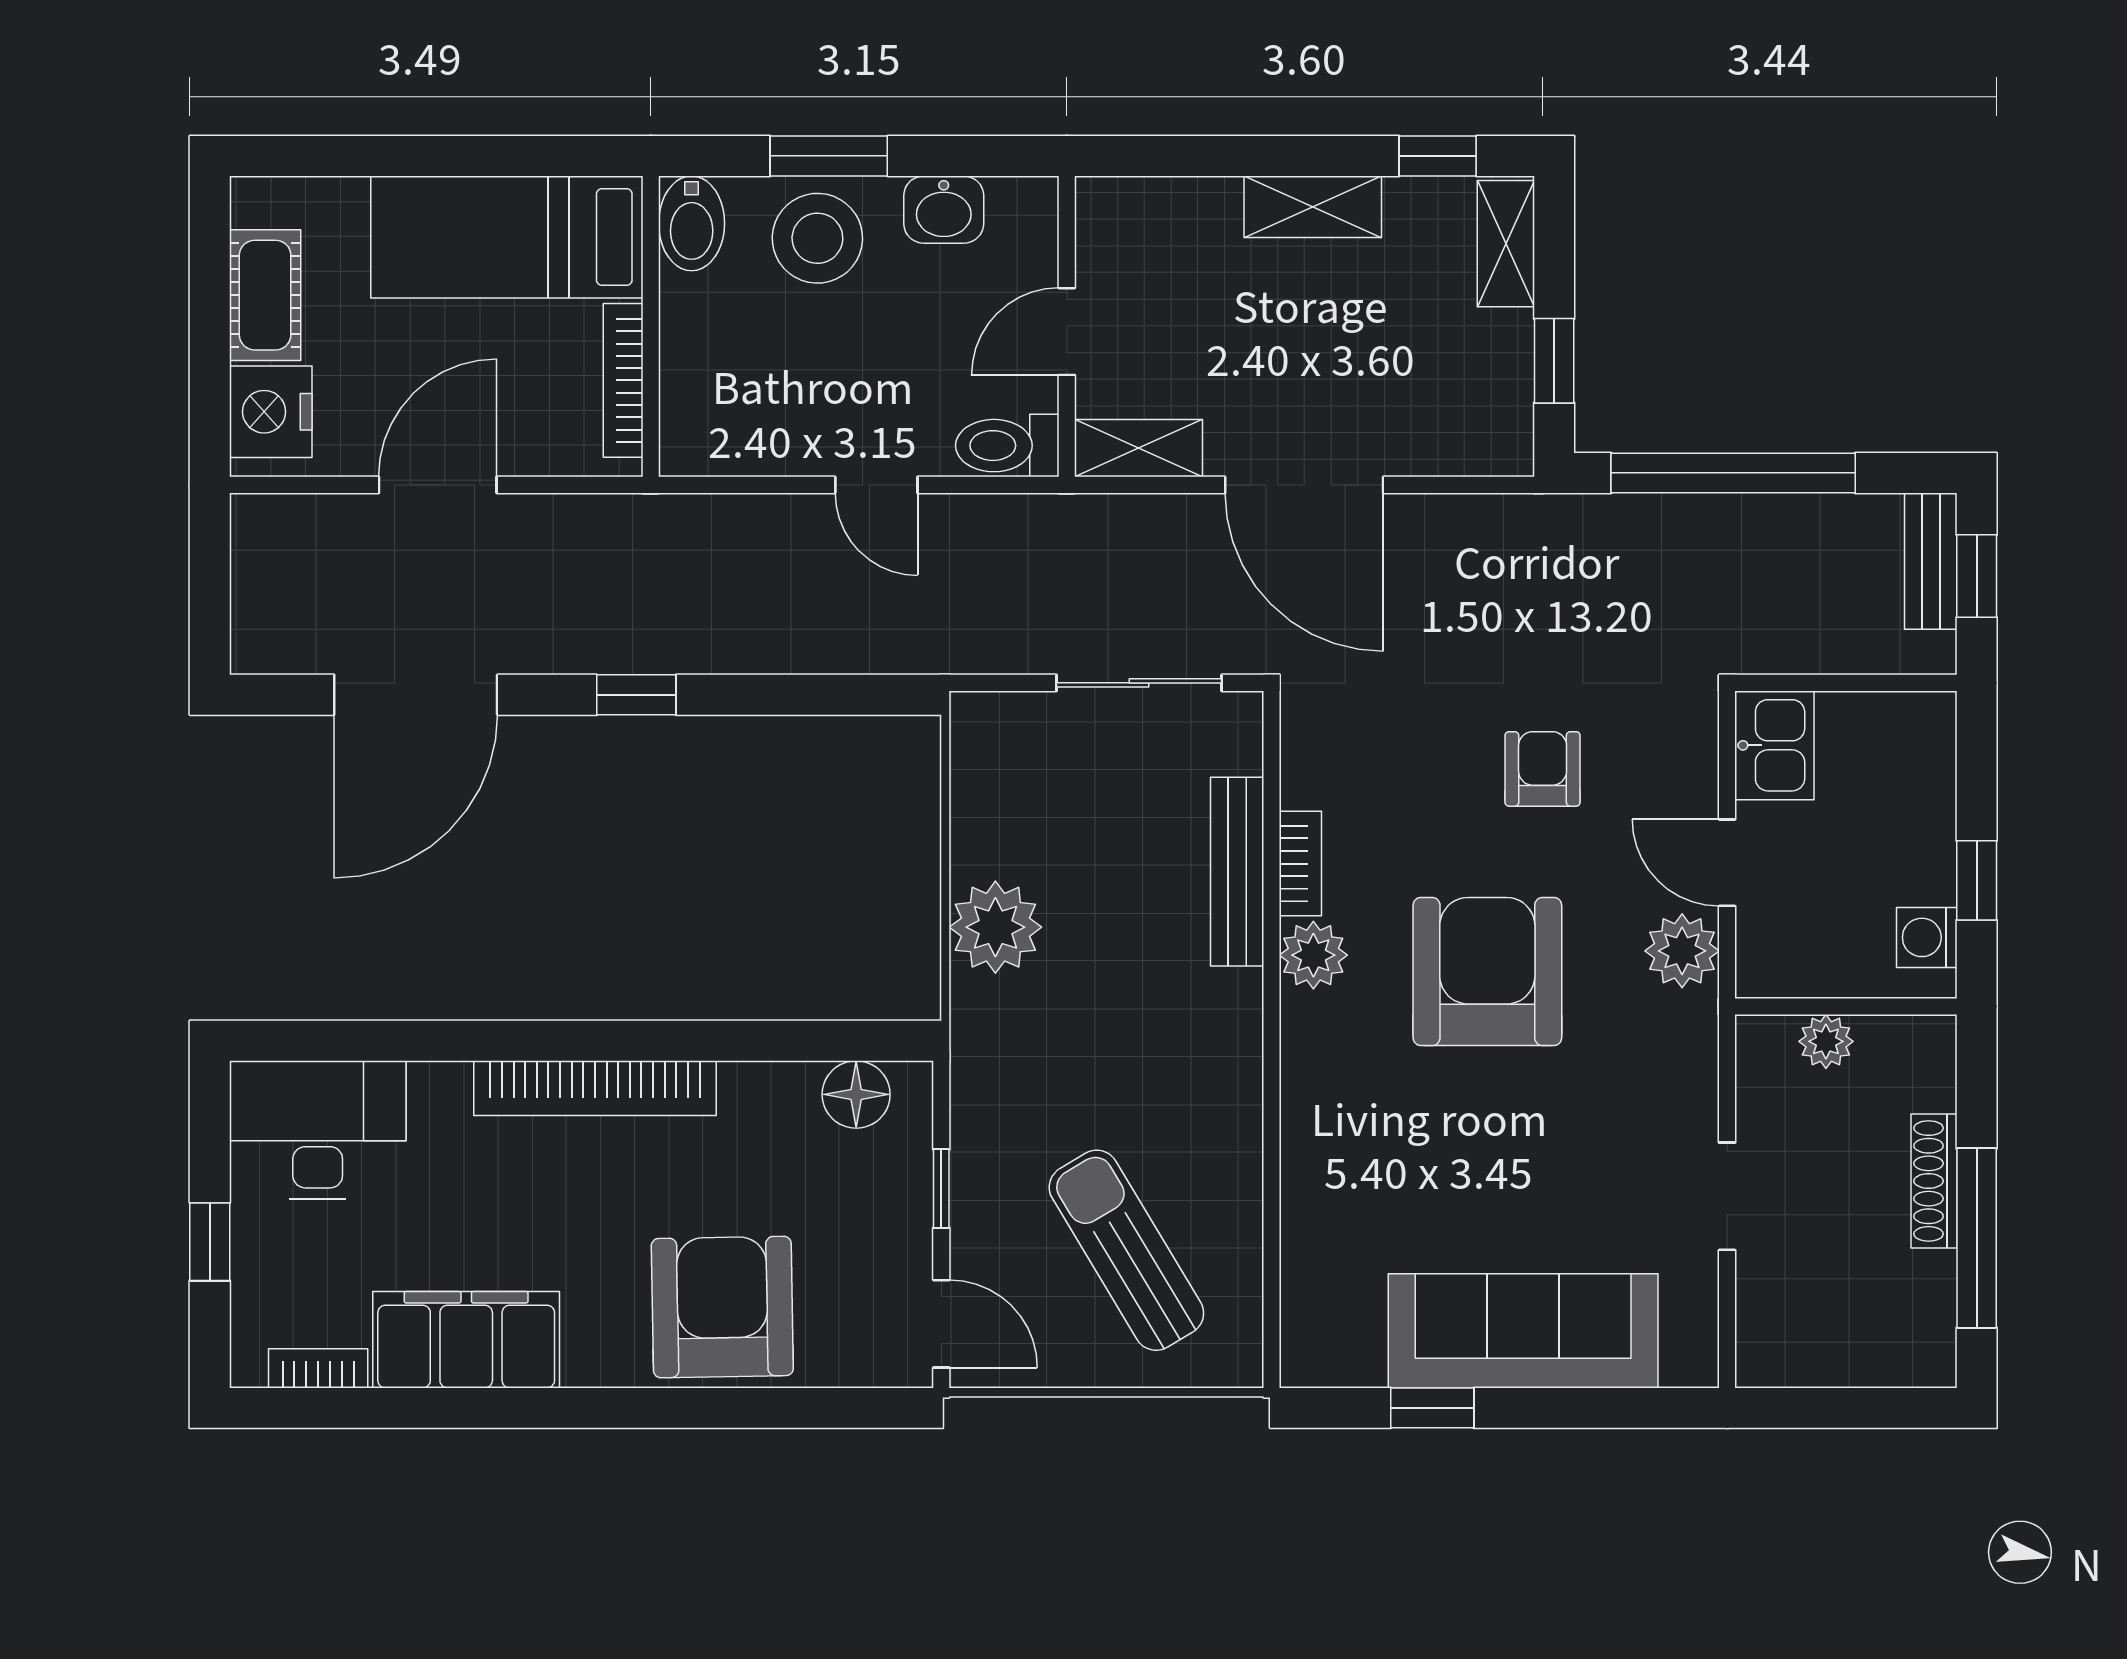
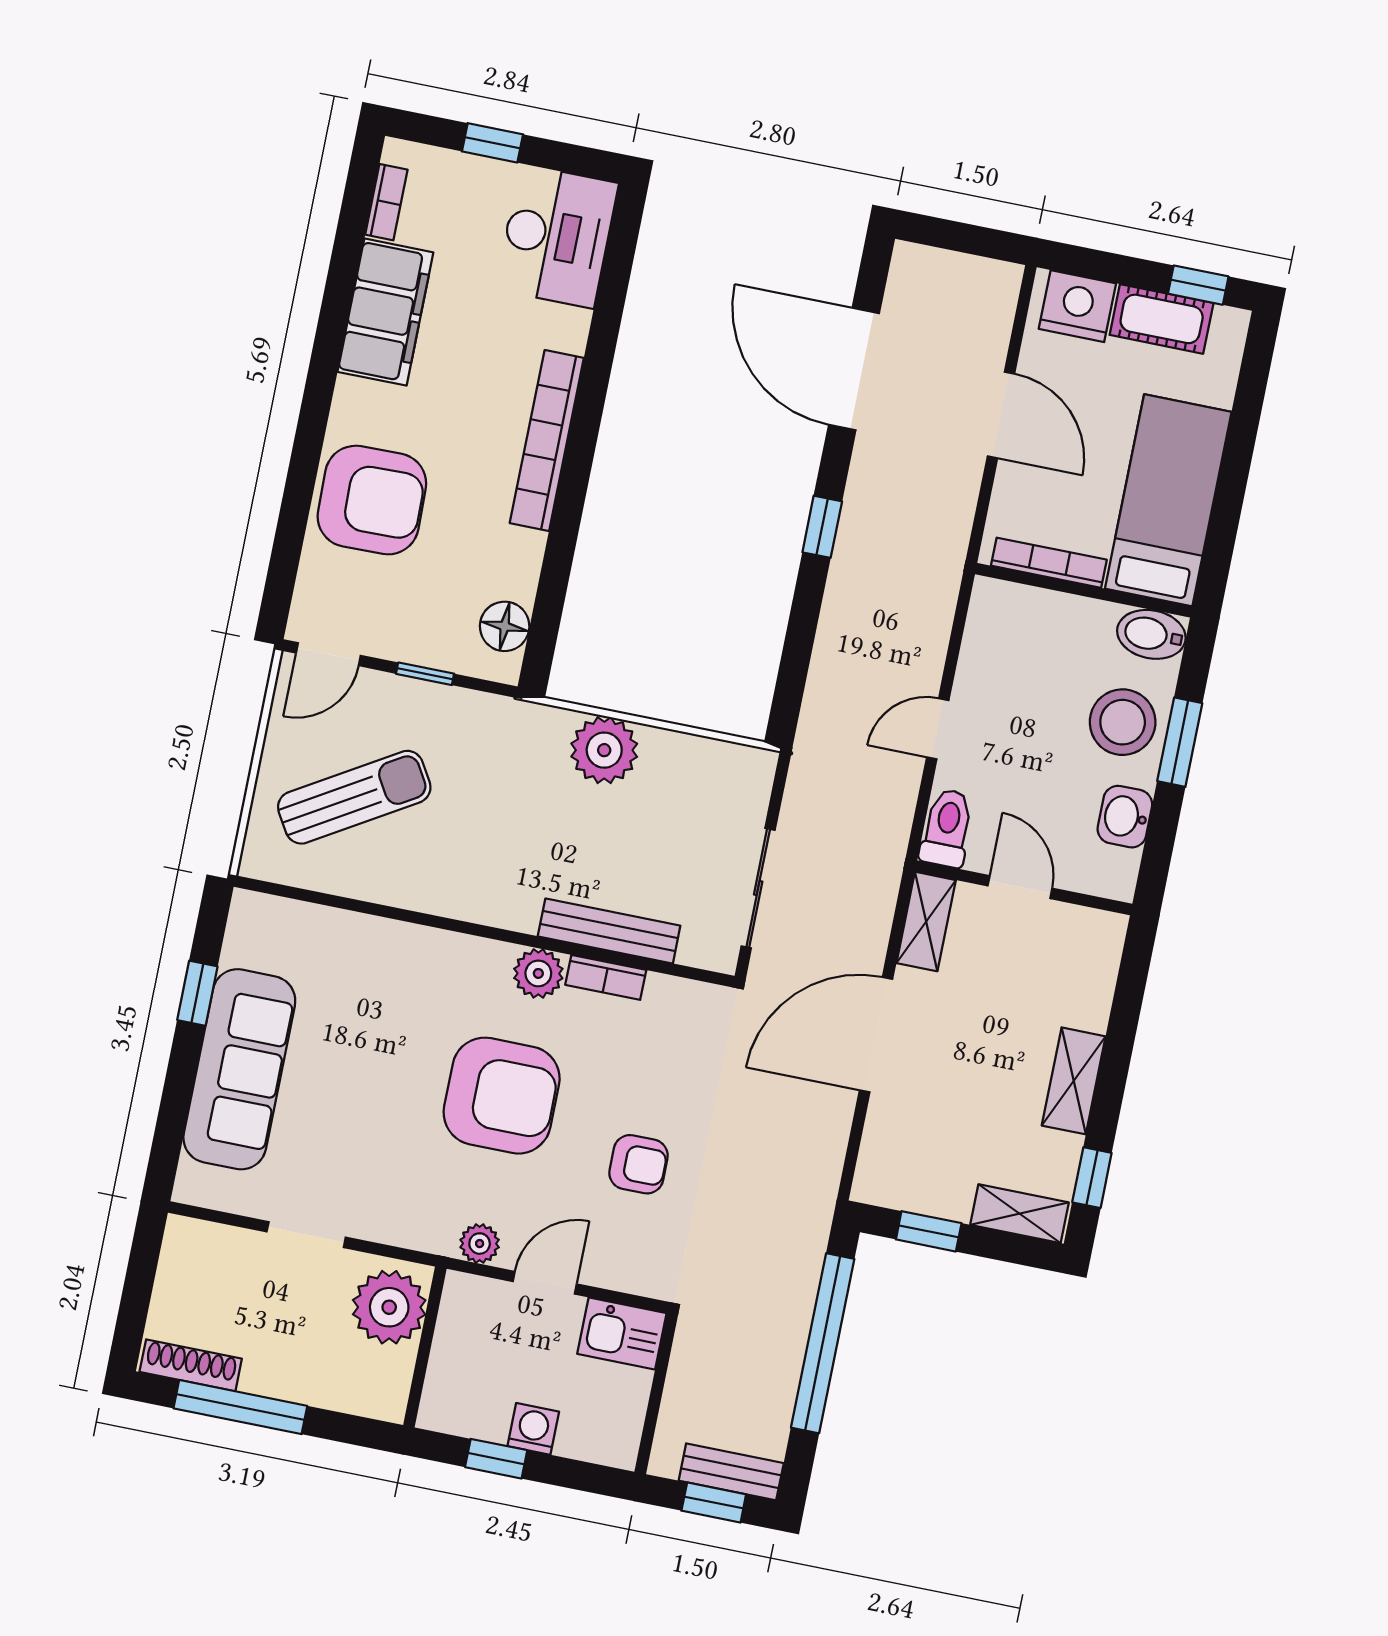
window: (210, 255) -> (1198, 285), added
washing machine: (1927, 937) -> (533, 1429), moved
plant: (1682, 951) -> (480, 1244), width x0.73, depth x0.73
plant: (1826, 1041) -> (389, 1307), width x1.88, depth x1.88
shoe rack: (1934, 1181) -> (191, 1365), moved

